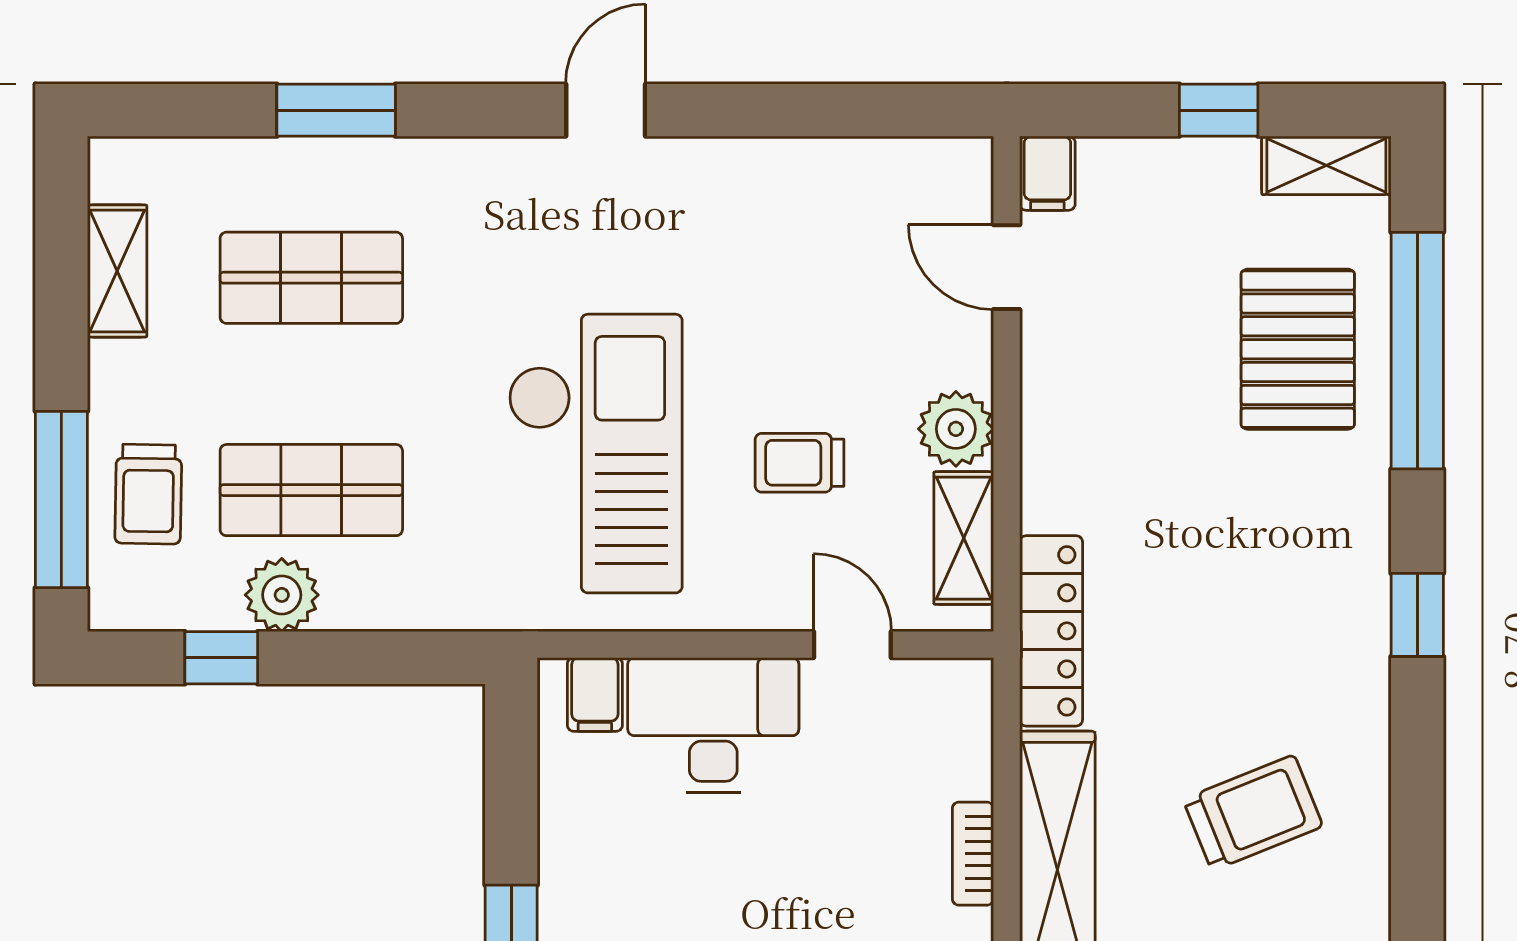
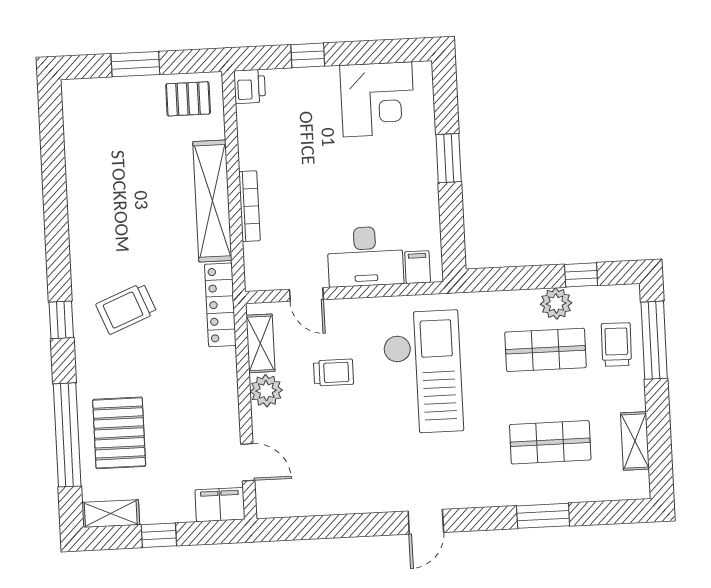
filing cabinet: (1047, 173) -> (220, 505), width x2.00
checkout: (595, 454) -> (423, 372), turned 180
trolley: (1253, 813) -> (126, 309), moved
bookcase: (973, 854) -> (249, 206), width x1.56

